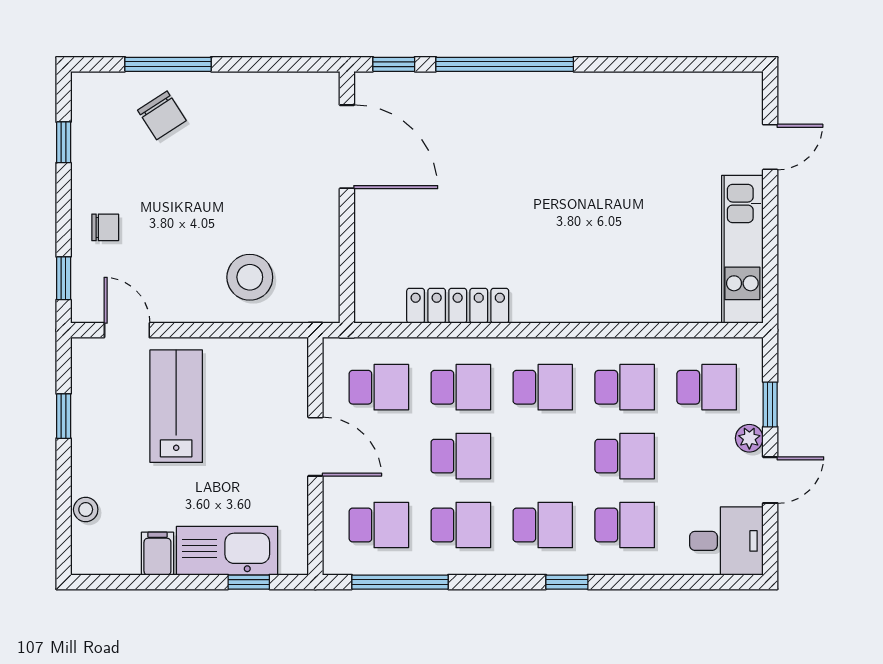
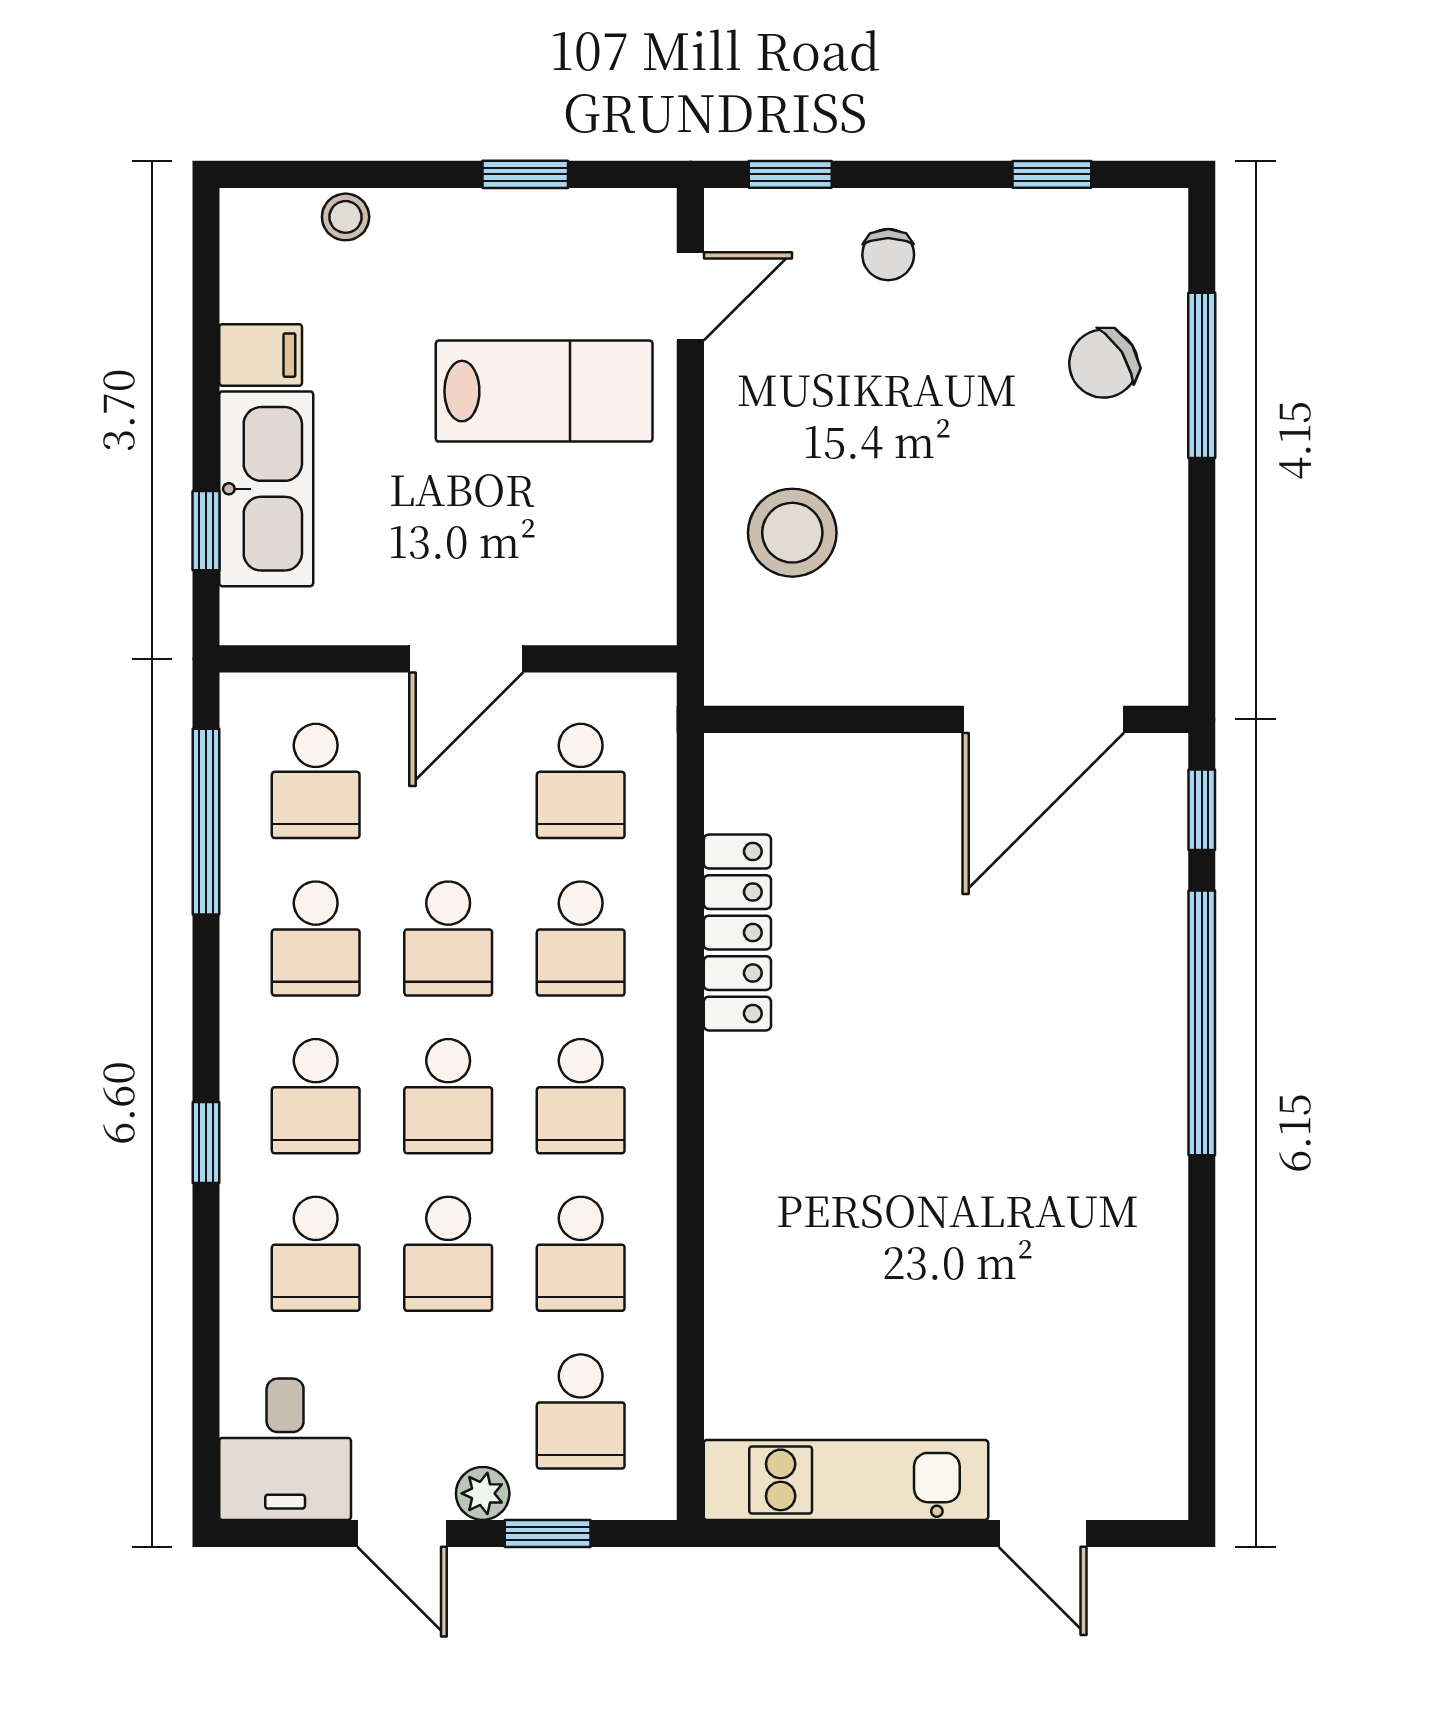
school desk: (543, 456) -> (448, 1096), added

